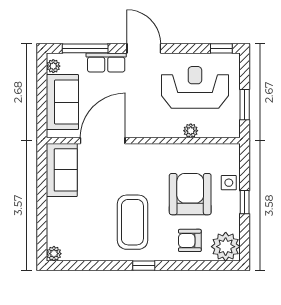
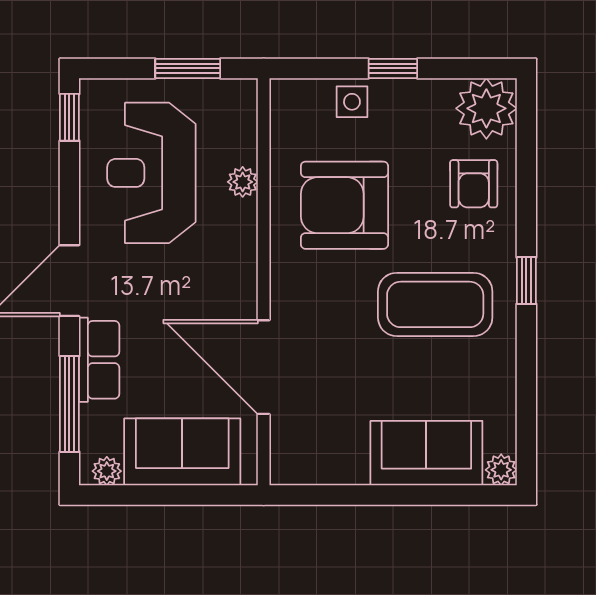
sofa: (62, 170) -> (426, 453), moved
armchair: (190, 194) -> (344, 205), moved

